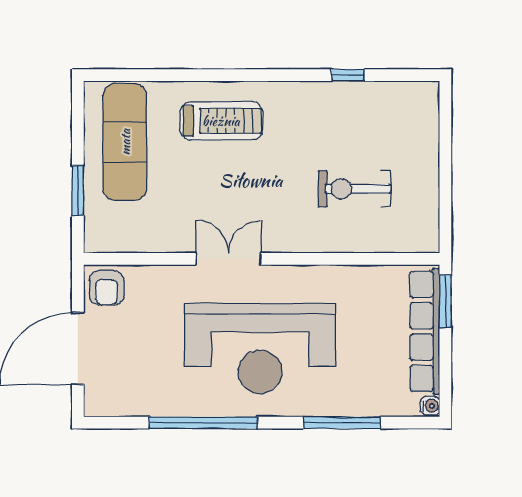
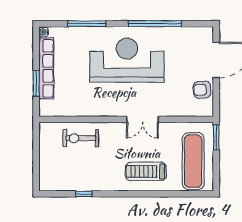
exercise bike: (354, 189) -> (81, 138), turned 180
double door: (228, 259) -> (142, 119), moved
wall: (262, 259) -> (126, 119), moved
armchair: (107, 288) -> (202, 90), turned -95

